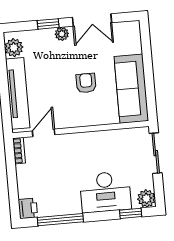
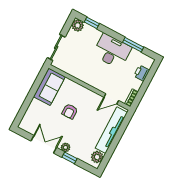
sofa: (131, 89) -> (49, 87), width x0.73
desk: (105, 192) -> (112, 51), moved
printer: (28, 208) -> (142, 73), moved
window: (60, 220) -> (133, 45), width x0.69

